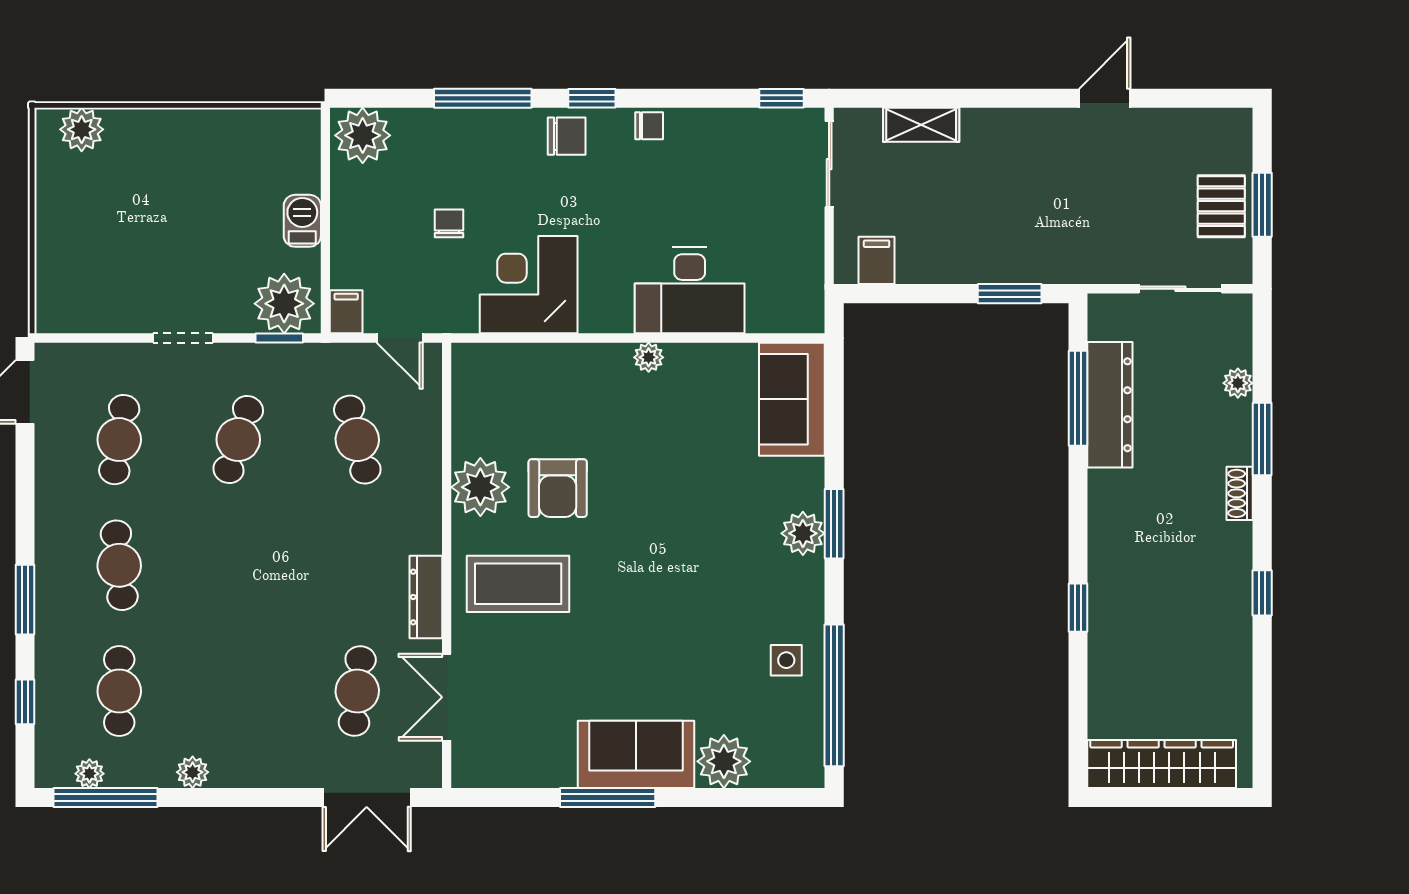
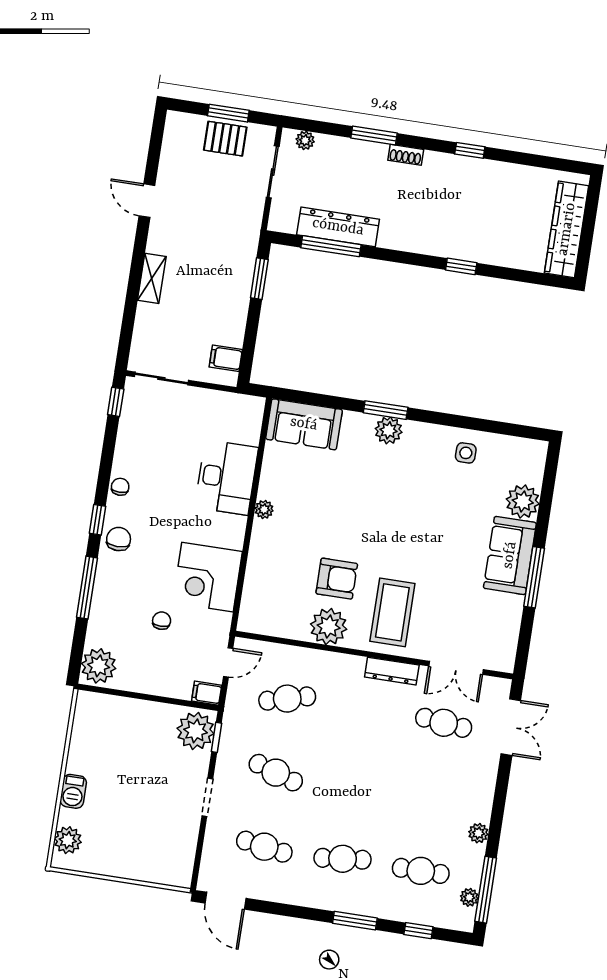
shelving: (921, 125) -> (152, 278), moved
barbecue: (302, 221) -> (73, 791), moved, turned -90
chair: (449, 223) -> (162, 621), turned 90
plant: (1238, 383) -> (305, 140), moved
window: (834, 695) -> (492, 427), removed

